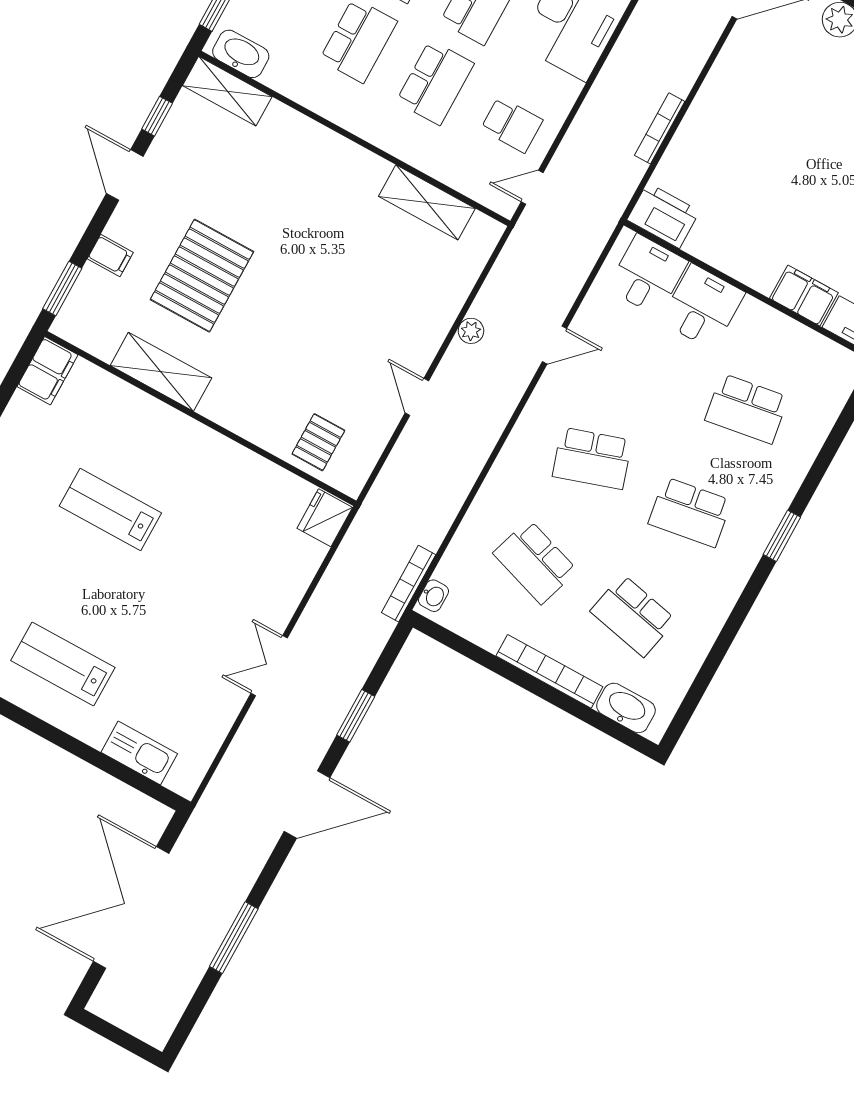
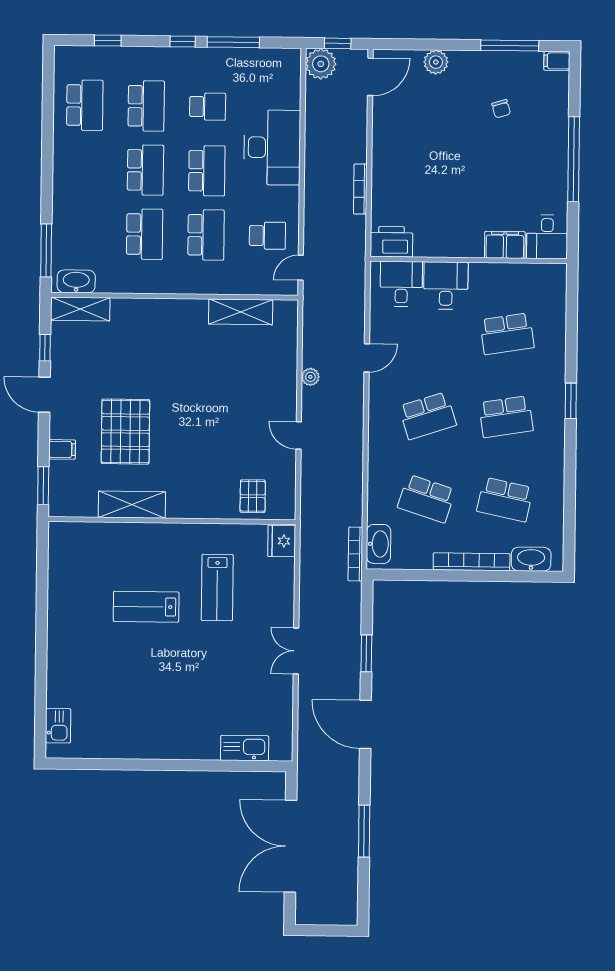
filing cabinet: (47, 371) -> (61, 542), removed
washbasin: (434, 596) -> (379, 544), width x1.91, depth x1.45
lab bench: (63, 664) -> (217, 588), moved, turned -90
door: (307, 805) -> (365, 724), swing flipped

